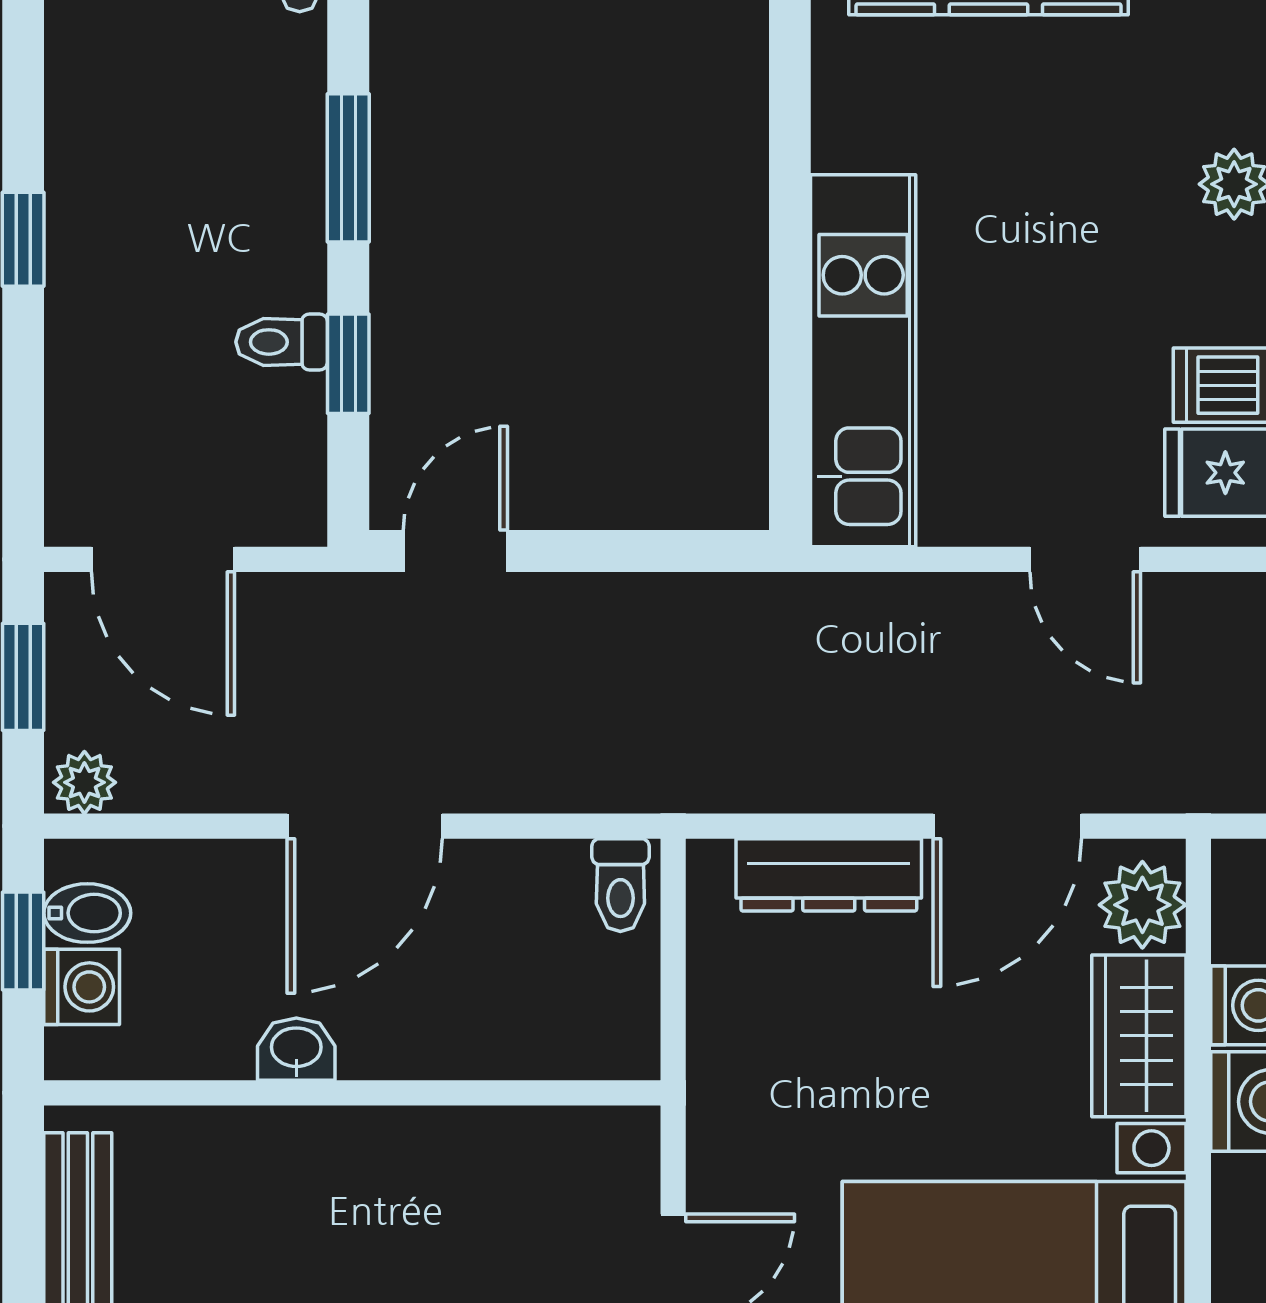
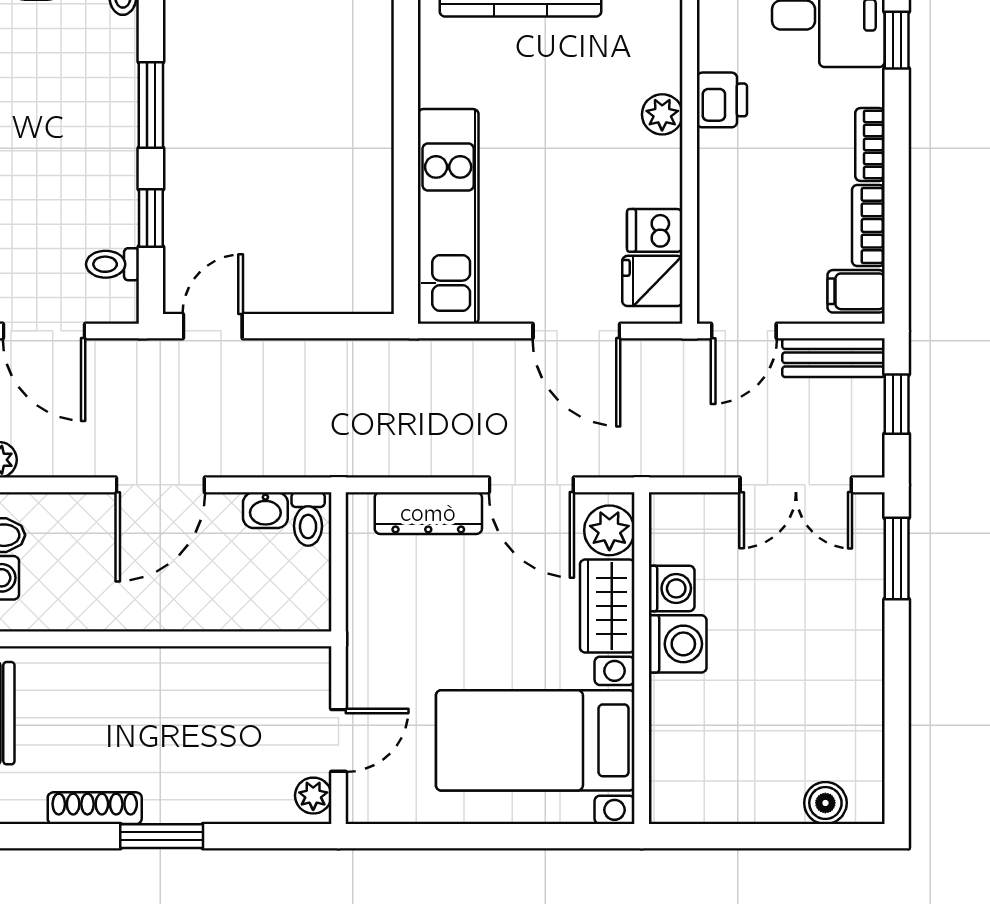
toilet: (282, 342) -> (112, 264), moved
door: (1085, 559) -> (576, 331), width x1.38
door: (1007, 826) -> (531, 485), hinge flipped
washbasin: (296, 1049) -> (265, 510), moved, turned 180

